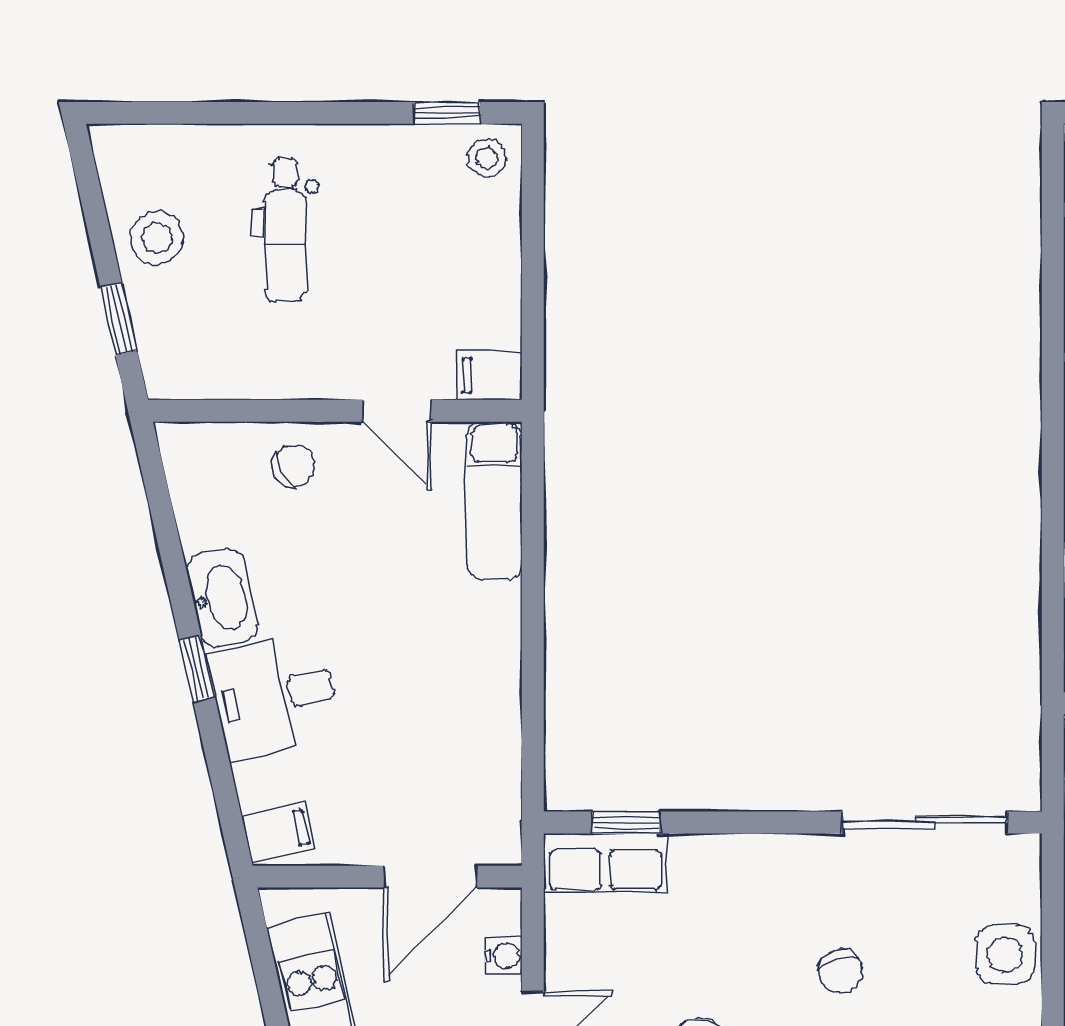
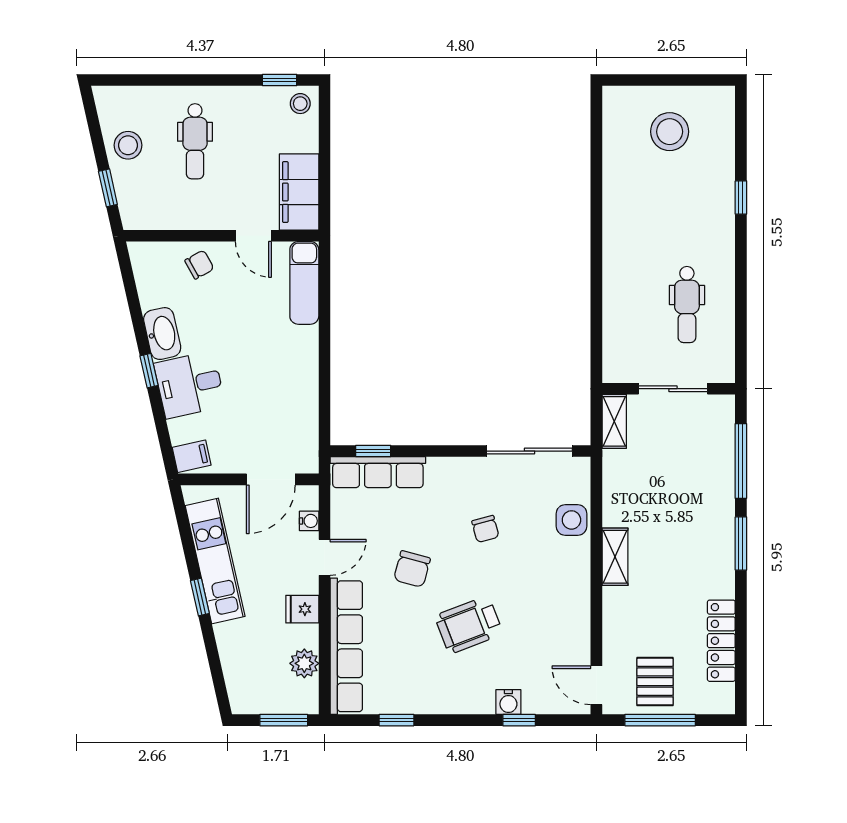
filing cabinet: (490, 376) -> (299, 192), width x3.00, depth x1.17
row of seats: (605, 863) -> (378, 472), width x1.48

